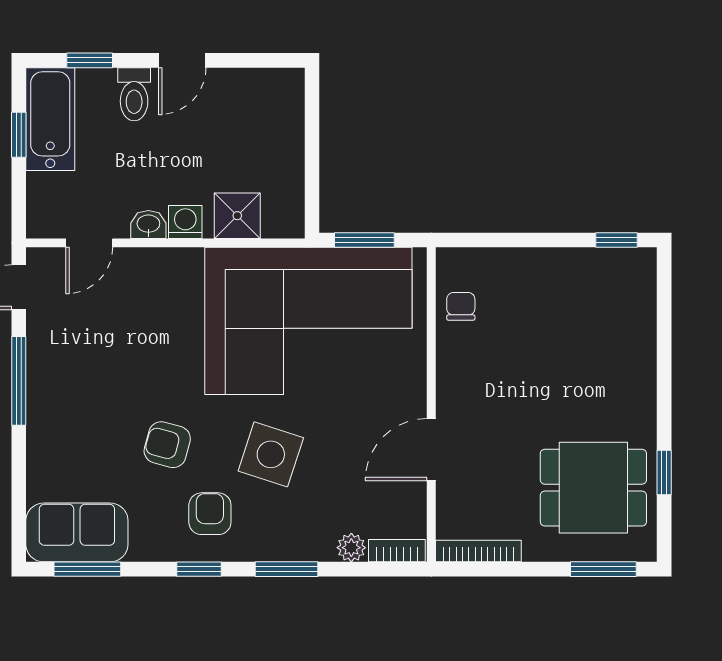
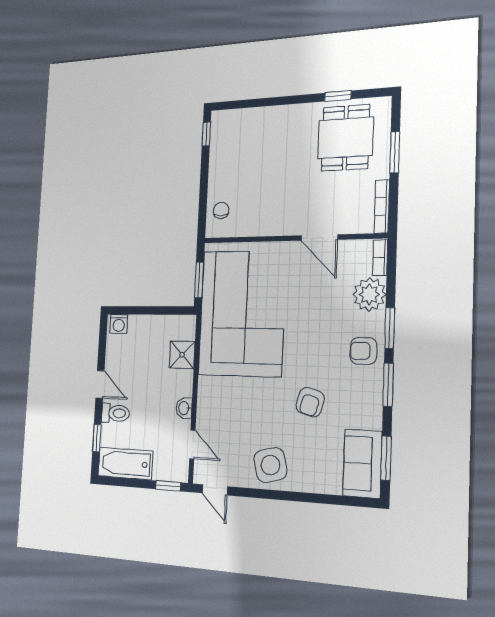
window: (19, 135) -> (168, 486), moved
washing machine: (185, 222) -> (119, 324), moved, turned -90
chair: (461, 306) -> (221, 210), moved, turned 90
window: (19, 381) -> (269, 494), removed
side table: (271, 454) -> (270, 465), moved, turned -33
armchair: (210, 514) -> (363, 351), moved
plant: (351, 548) -> (369, 295), width x1.87, depth x1.87
window: (199, 569) -> (388, 385), width x1.50
window: (603, 569) -> (395, 152), moved

